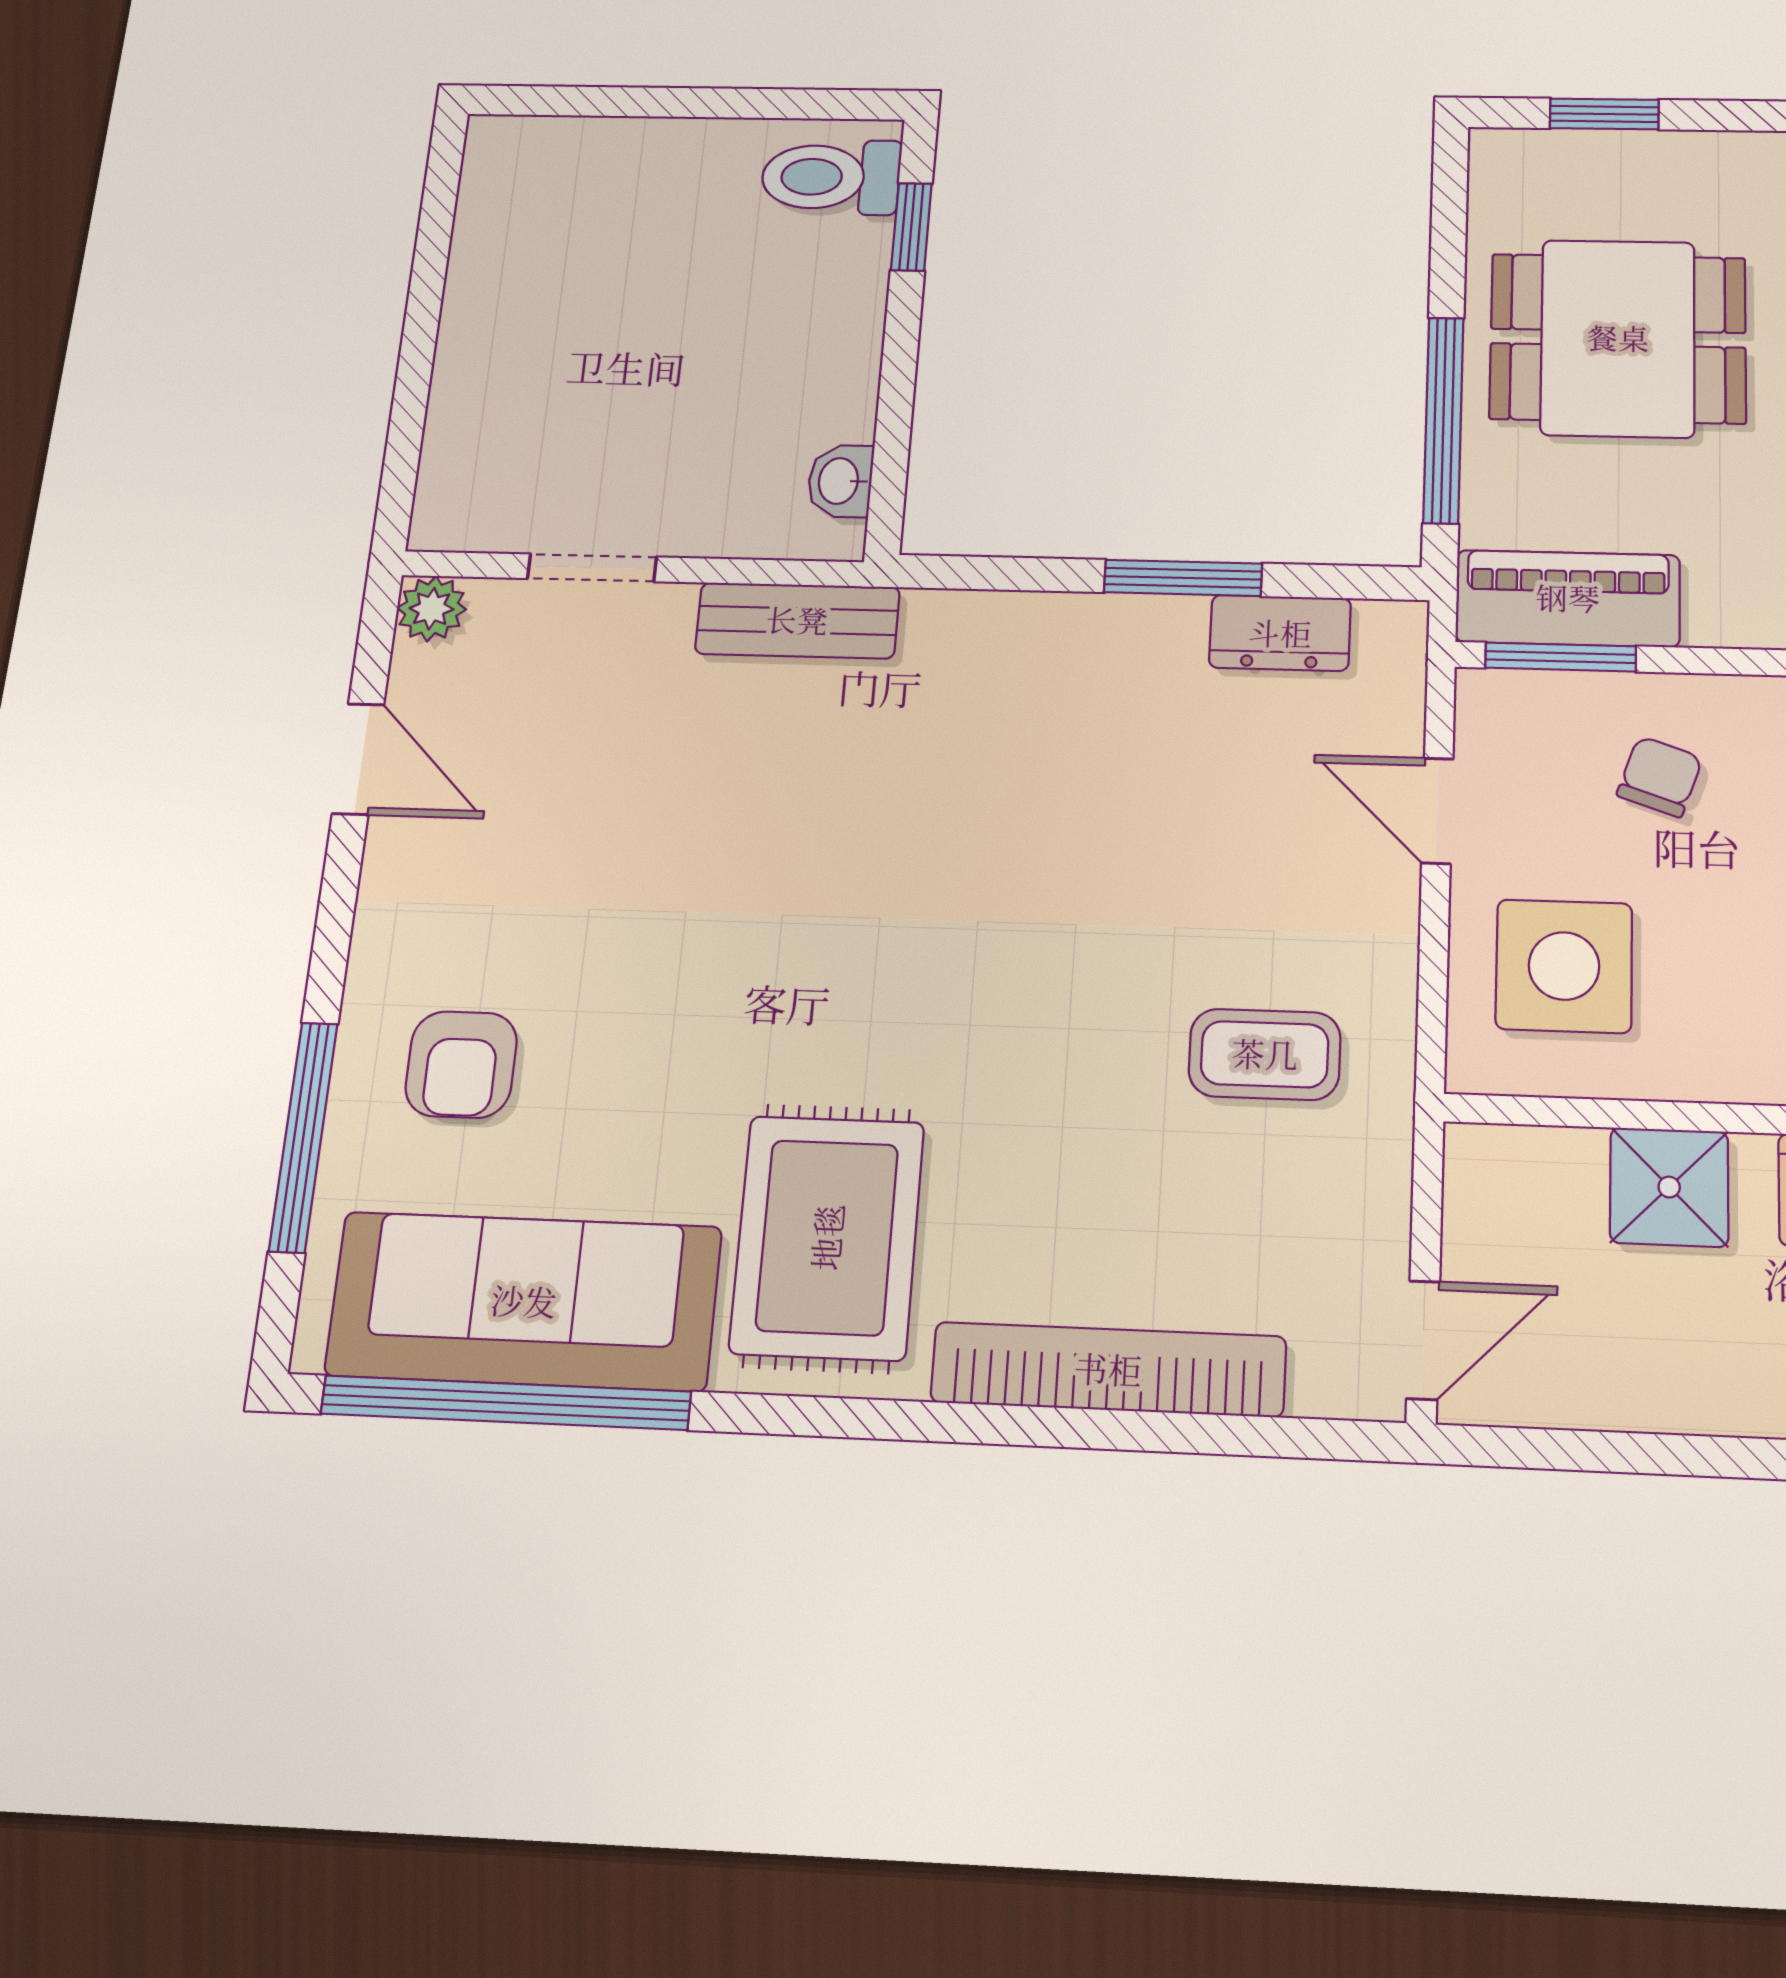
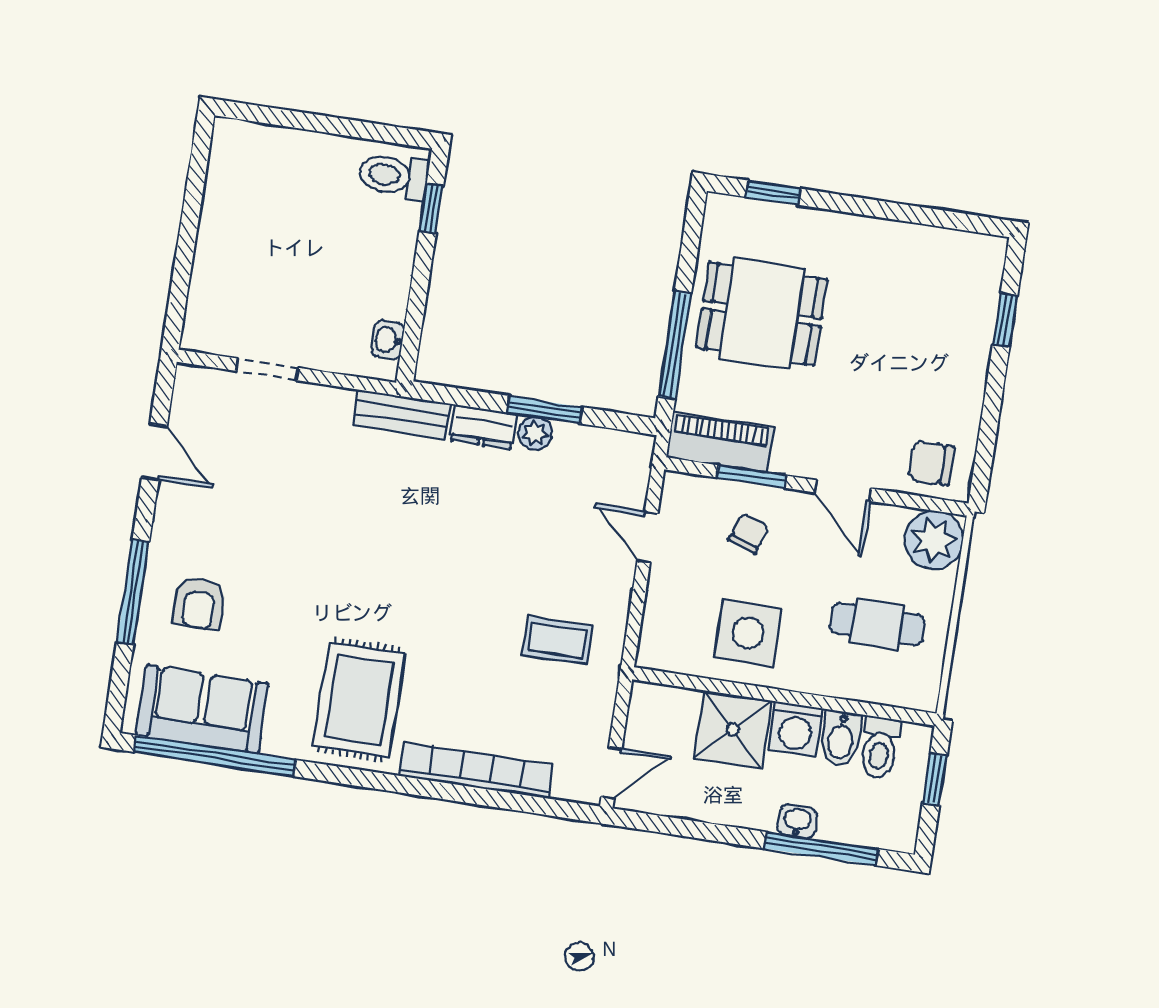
plant: (432, 609) -> (535, 433), moved
bench: (797, 620) -> (402, 414), moved
dresser: (1280, 633) -> (483, 427), moved
window: (1561, 657) -> (751, 477), moved
side table: (1564, 966) -> (748, 633), moved
window: (303, 1137) -> (133, 592), moved
shower: (1669, 1187) -> (733, 729), width x1.36, depth x1.36
sofa: (524, 1301) -> (202, 709), width x0.73

